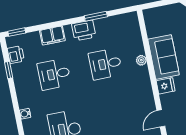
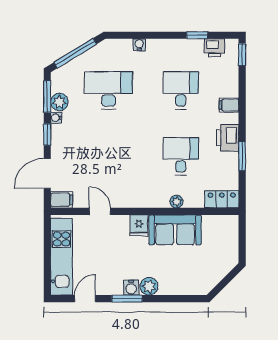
locker: (133, 25) -> (222, 199), added
filing cabinet: (52, 36) -> (229, 105), width x0.50

